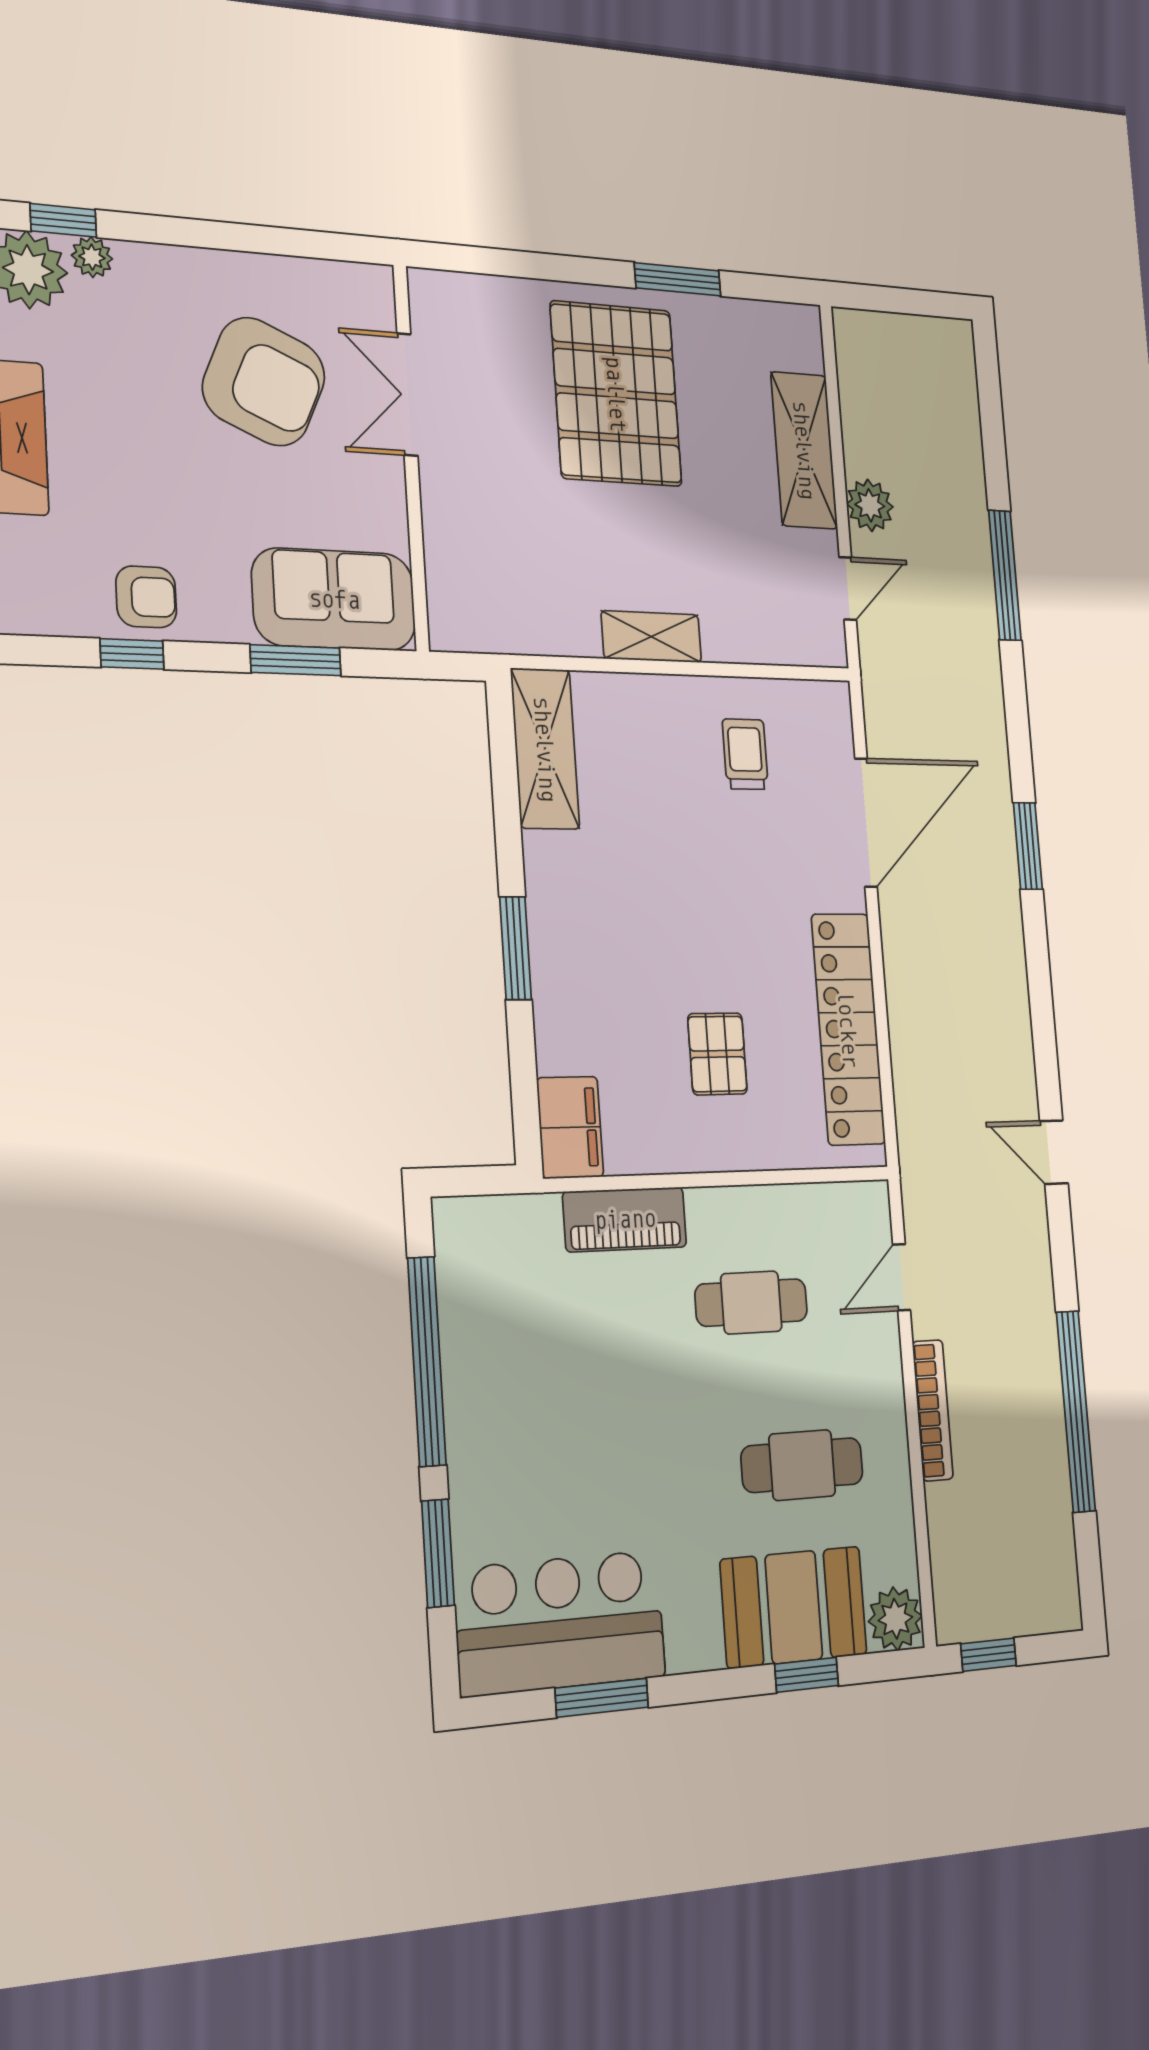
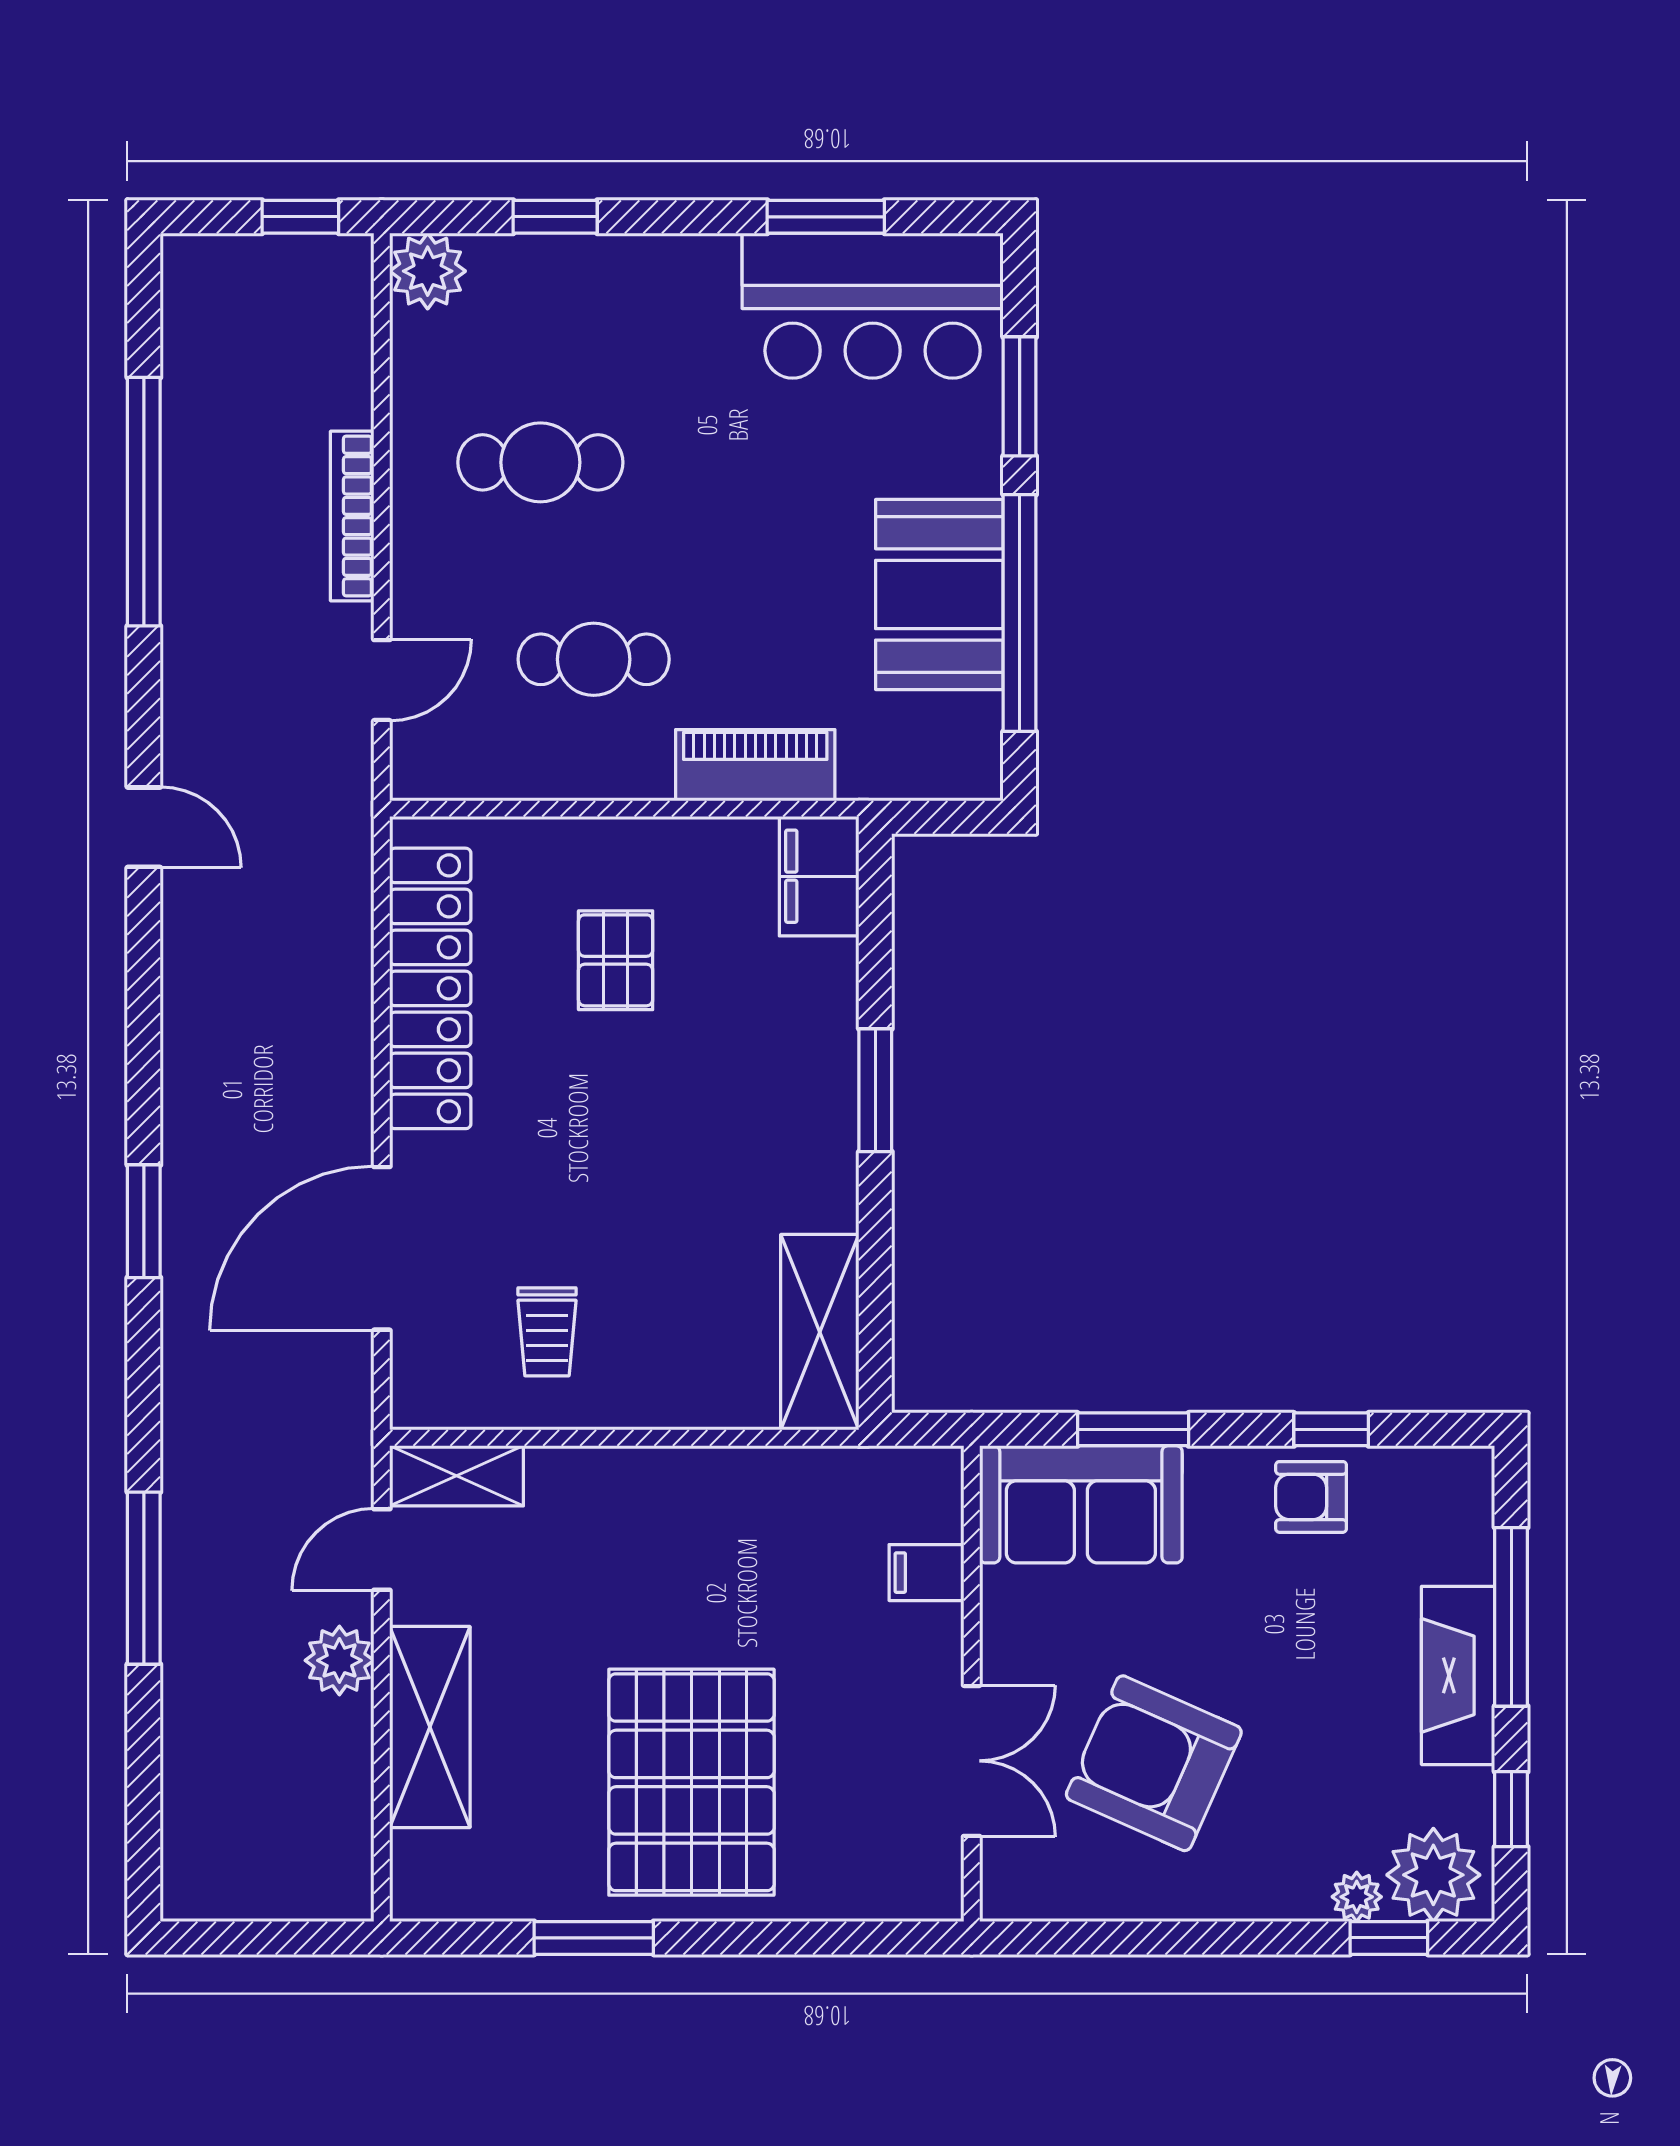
filing cabinet: (451, 549) -> (926, 1573), added
shelving: (651, 637) -> (457, 1476), moved
booth: (794, 1607) -> (939, 594), moved, turned 90

